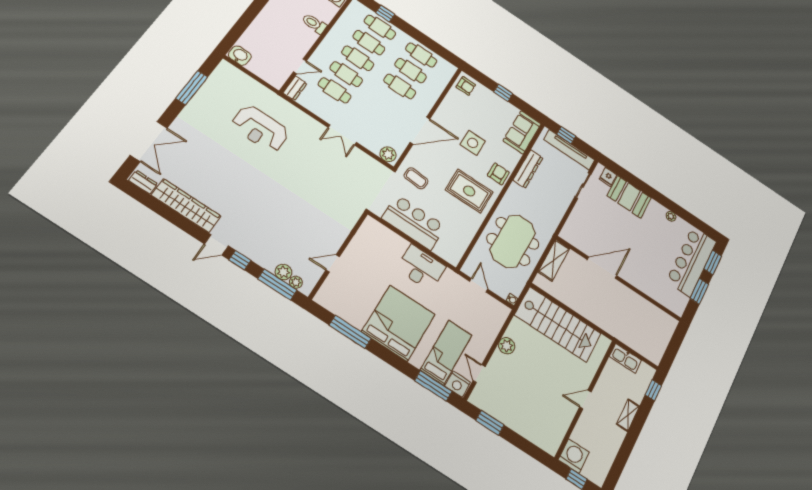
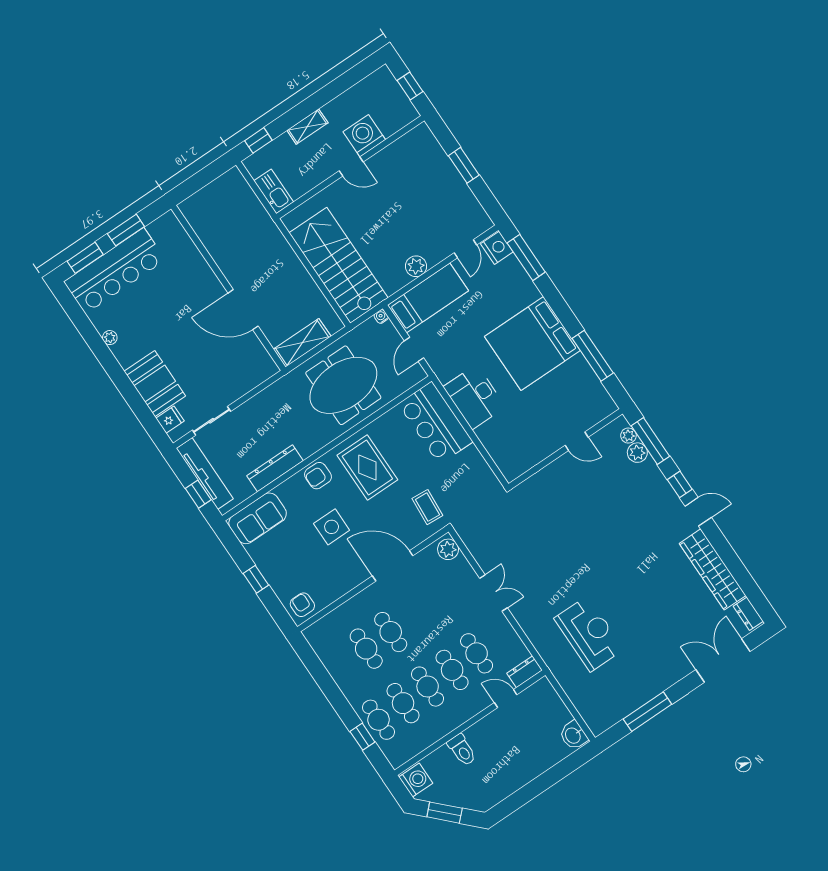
cafe table: (421, 55) -> (342, 665), removed
bar counter: (414, 222) -> (436, 423), moved
bed: (446, 352) -> (428, 298), moved, turned 180
window: (490, 423) -> (464, 165), moved
washing machine: (574, 456) -> (364, 136), moved, turned 90

